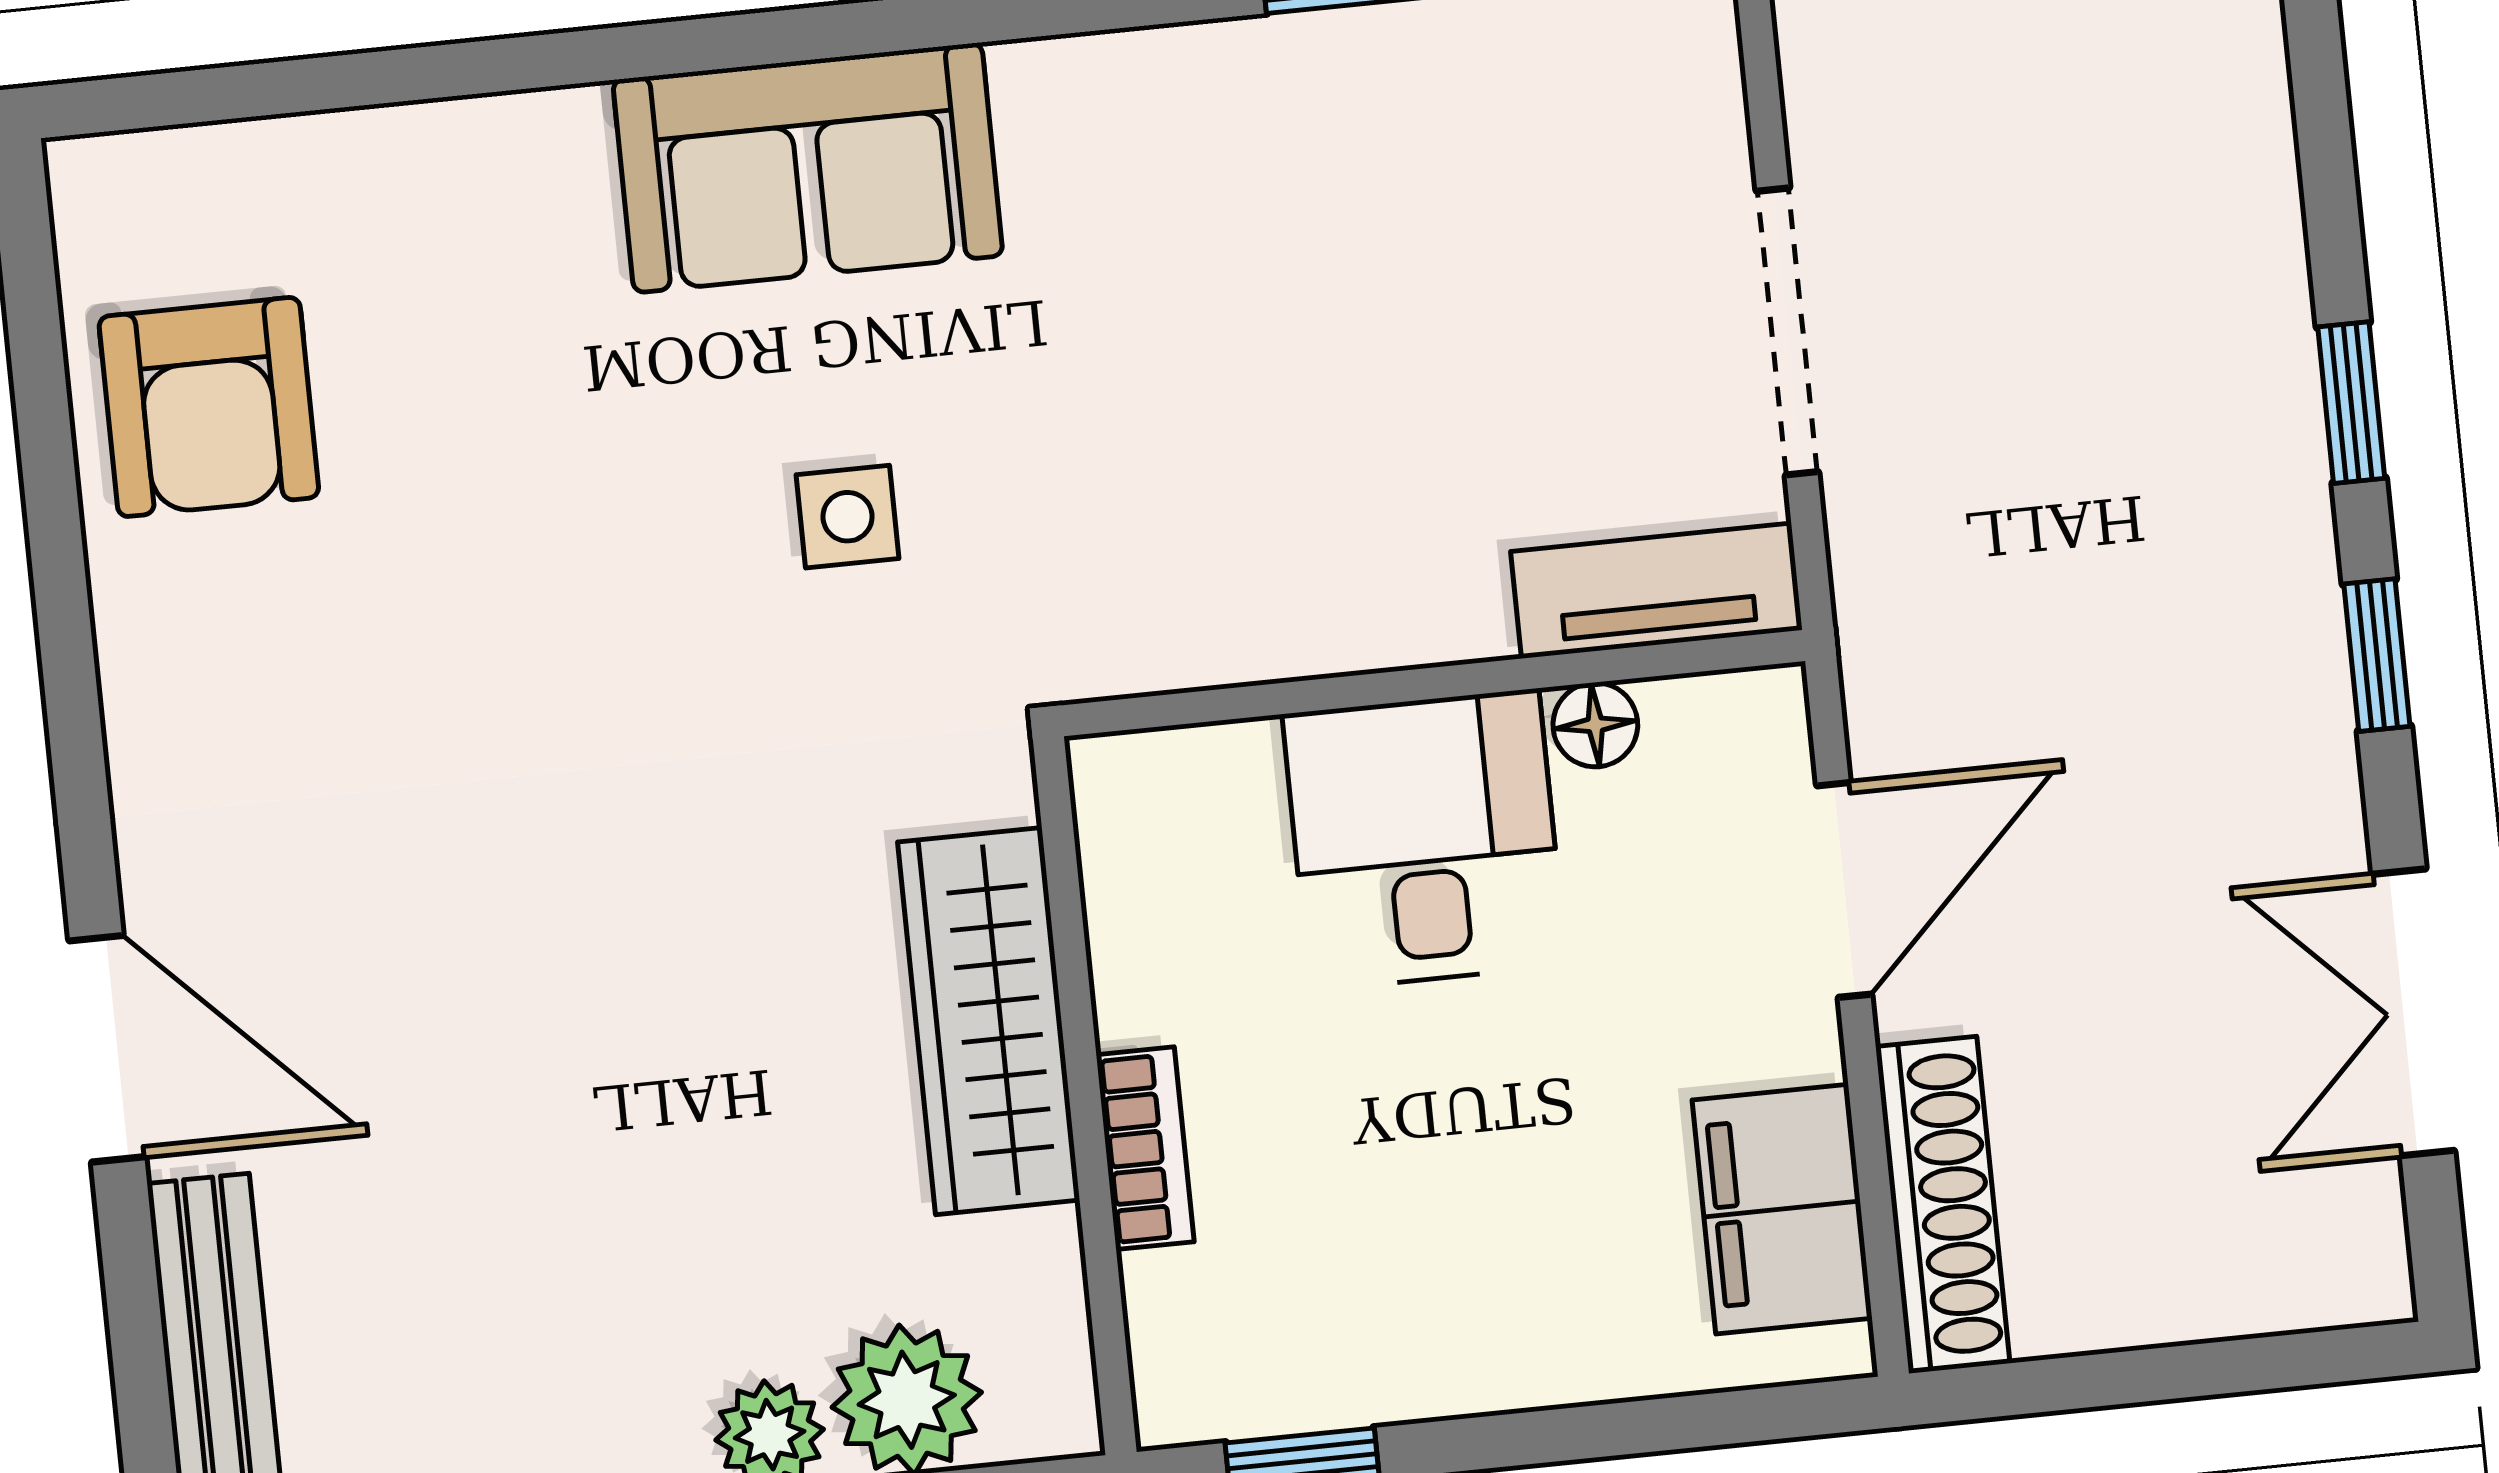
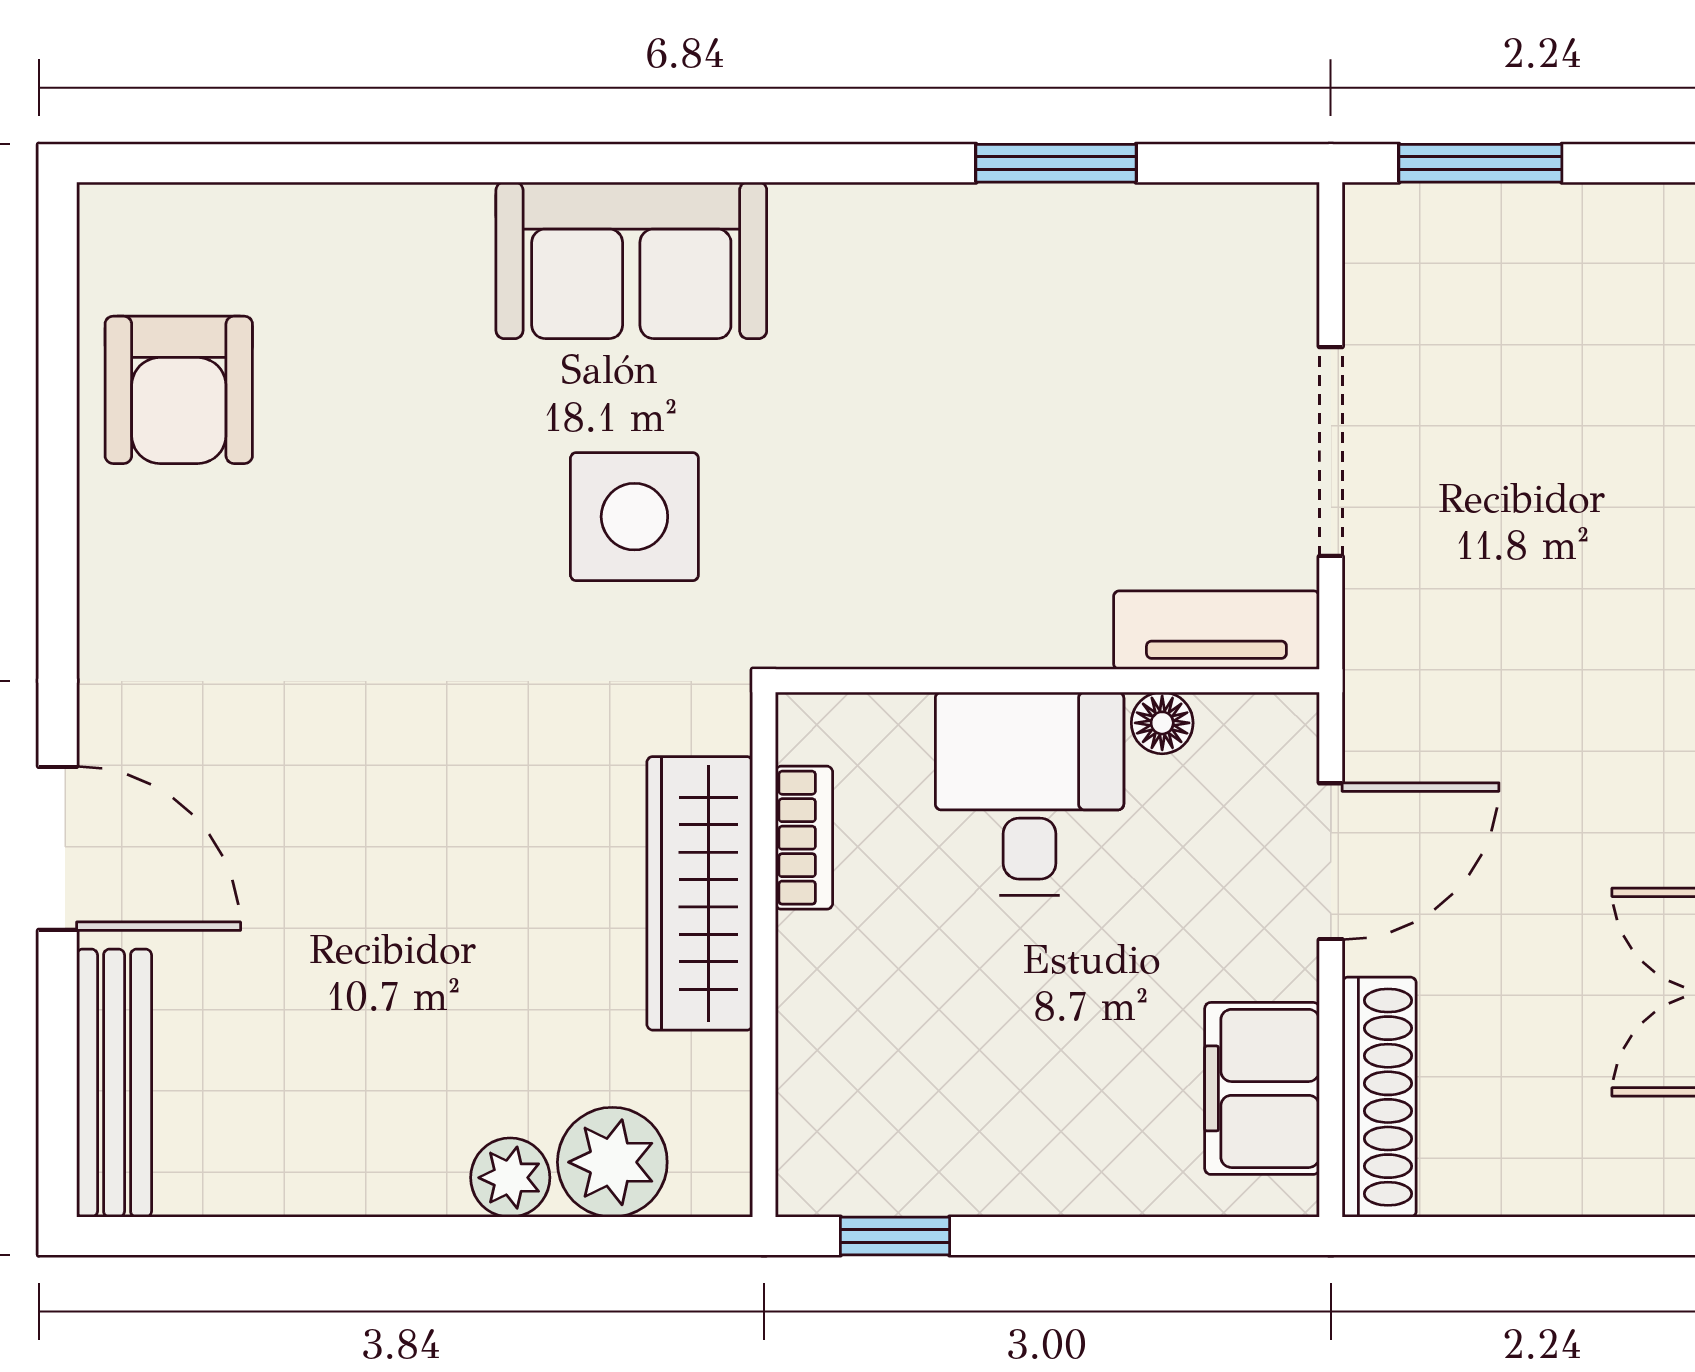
side table: (847, 517) -> (634, 517), width x1.87, depth x1.87
bookcase: (1145, 1148) -> (804, 838), moved

